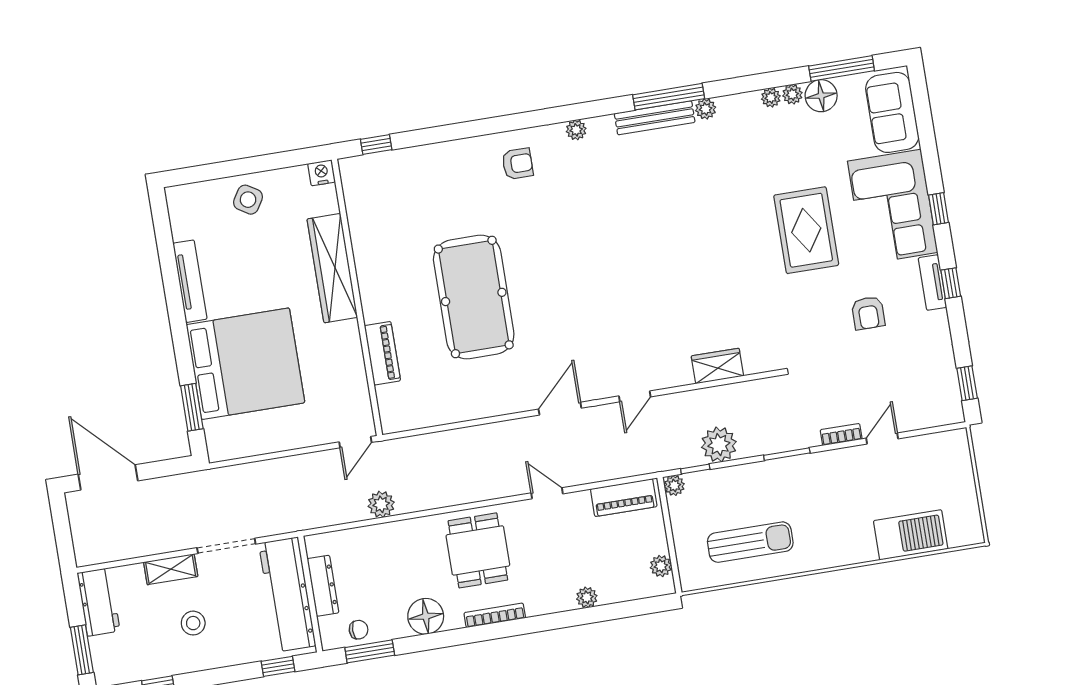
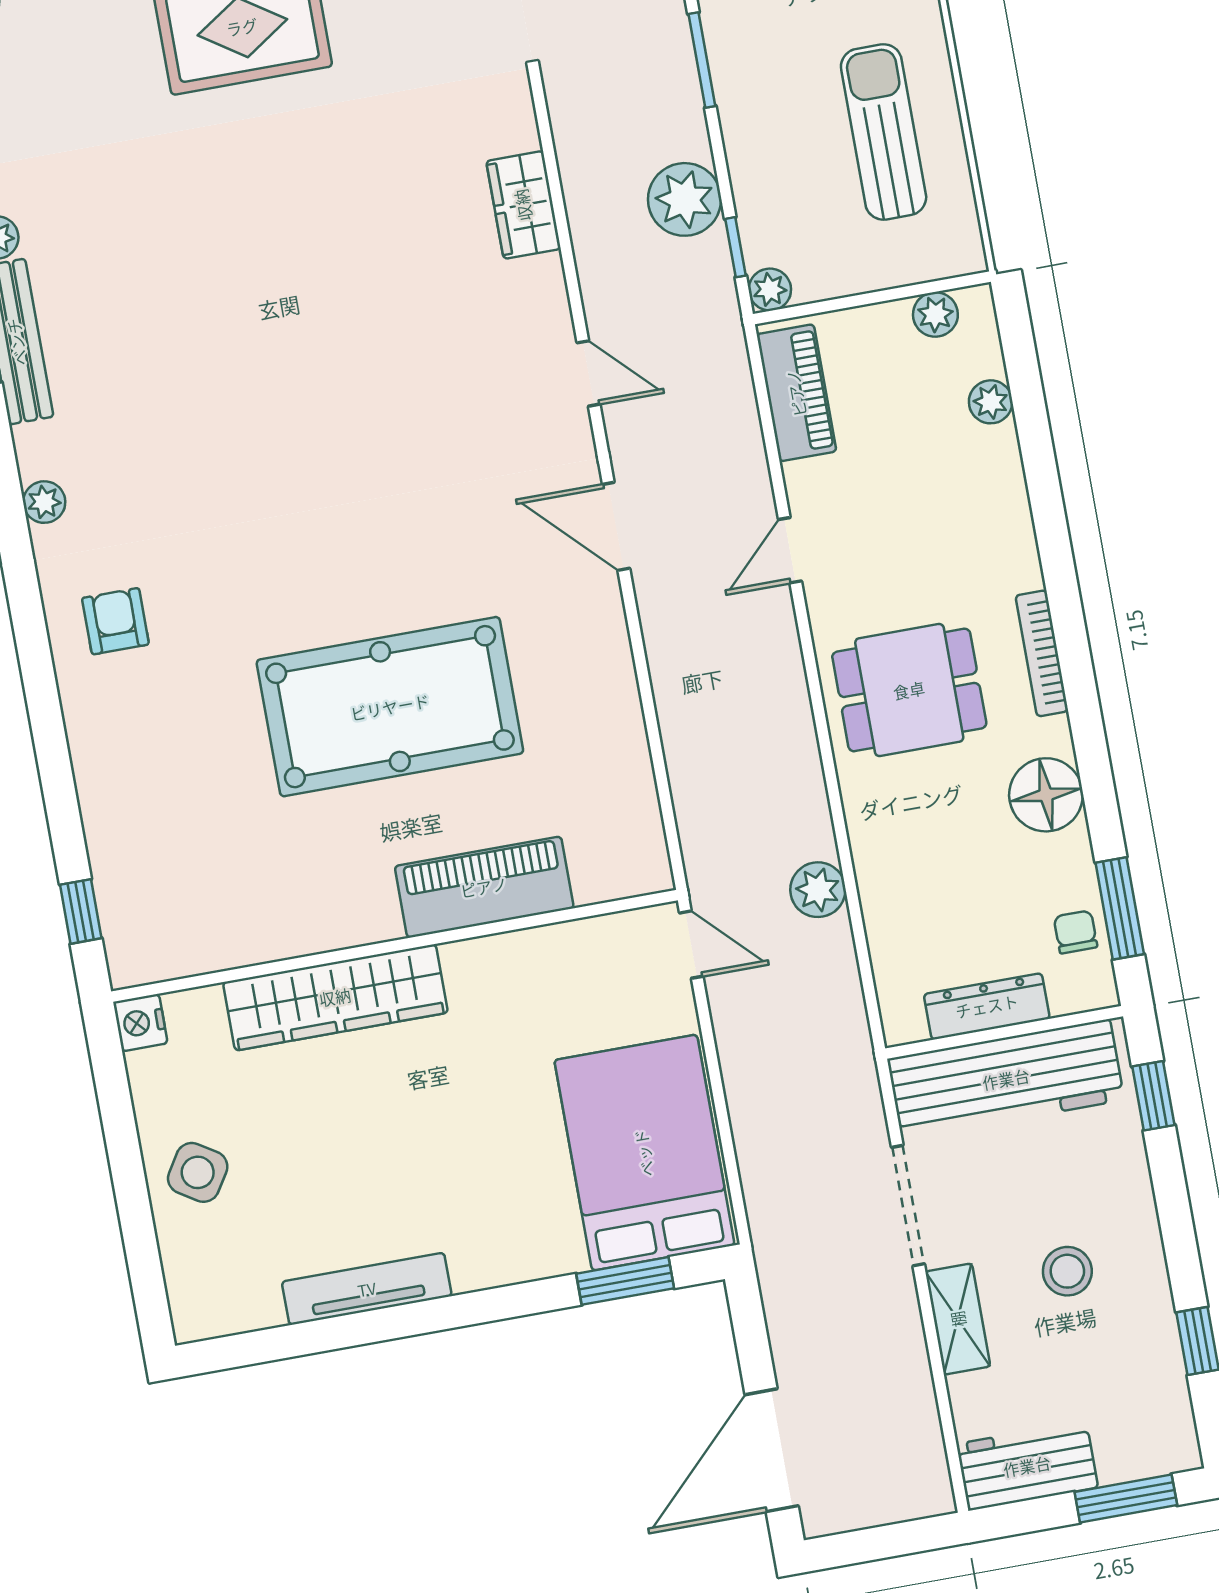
piano: (382, 353) -> (484, 887), width x1.37, depth x1.33
bed: (245, 364) -> (644, 1153), moved, width x0.73
plant: (587, 597) -> (991, 402), moved

